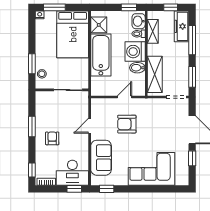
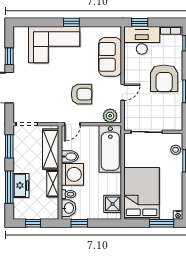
freezer: (182, 26) -> (21, 185), moved, width x0.71
shelving: (153, 31) -> (53, 184), moved
bathtub: (101, 55) -> (110, 149), moved
door: (125, 97) -> (72, 124), moved
plant: (101, 105) -> (110, 116), added
armchair: (52, 138) -> (164, 78), width x1.88, depth x1.88
window: (107, 189) -> (71, 22), moved

